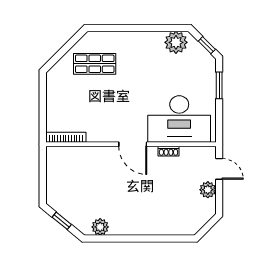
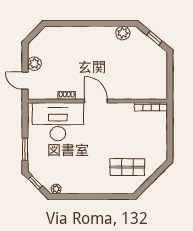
plant: (176, 42) -> (56, 189), width x0.53, depth x0.53

